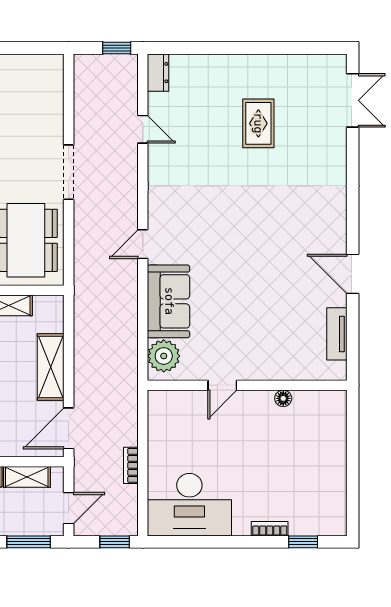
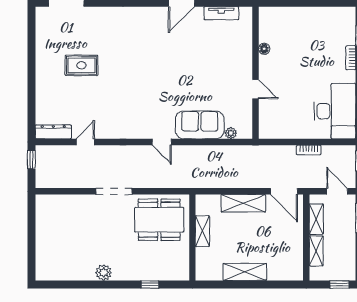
dresser: (158, 73) -> (53, 132), width x1.44
plant: (164, 356) -> (231, 133), width x0.53, depth x0.53

